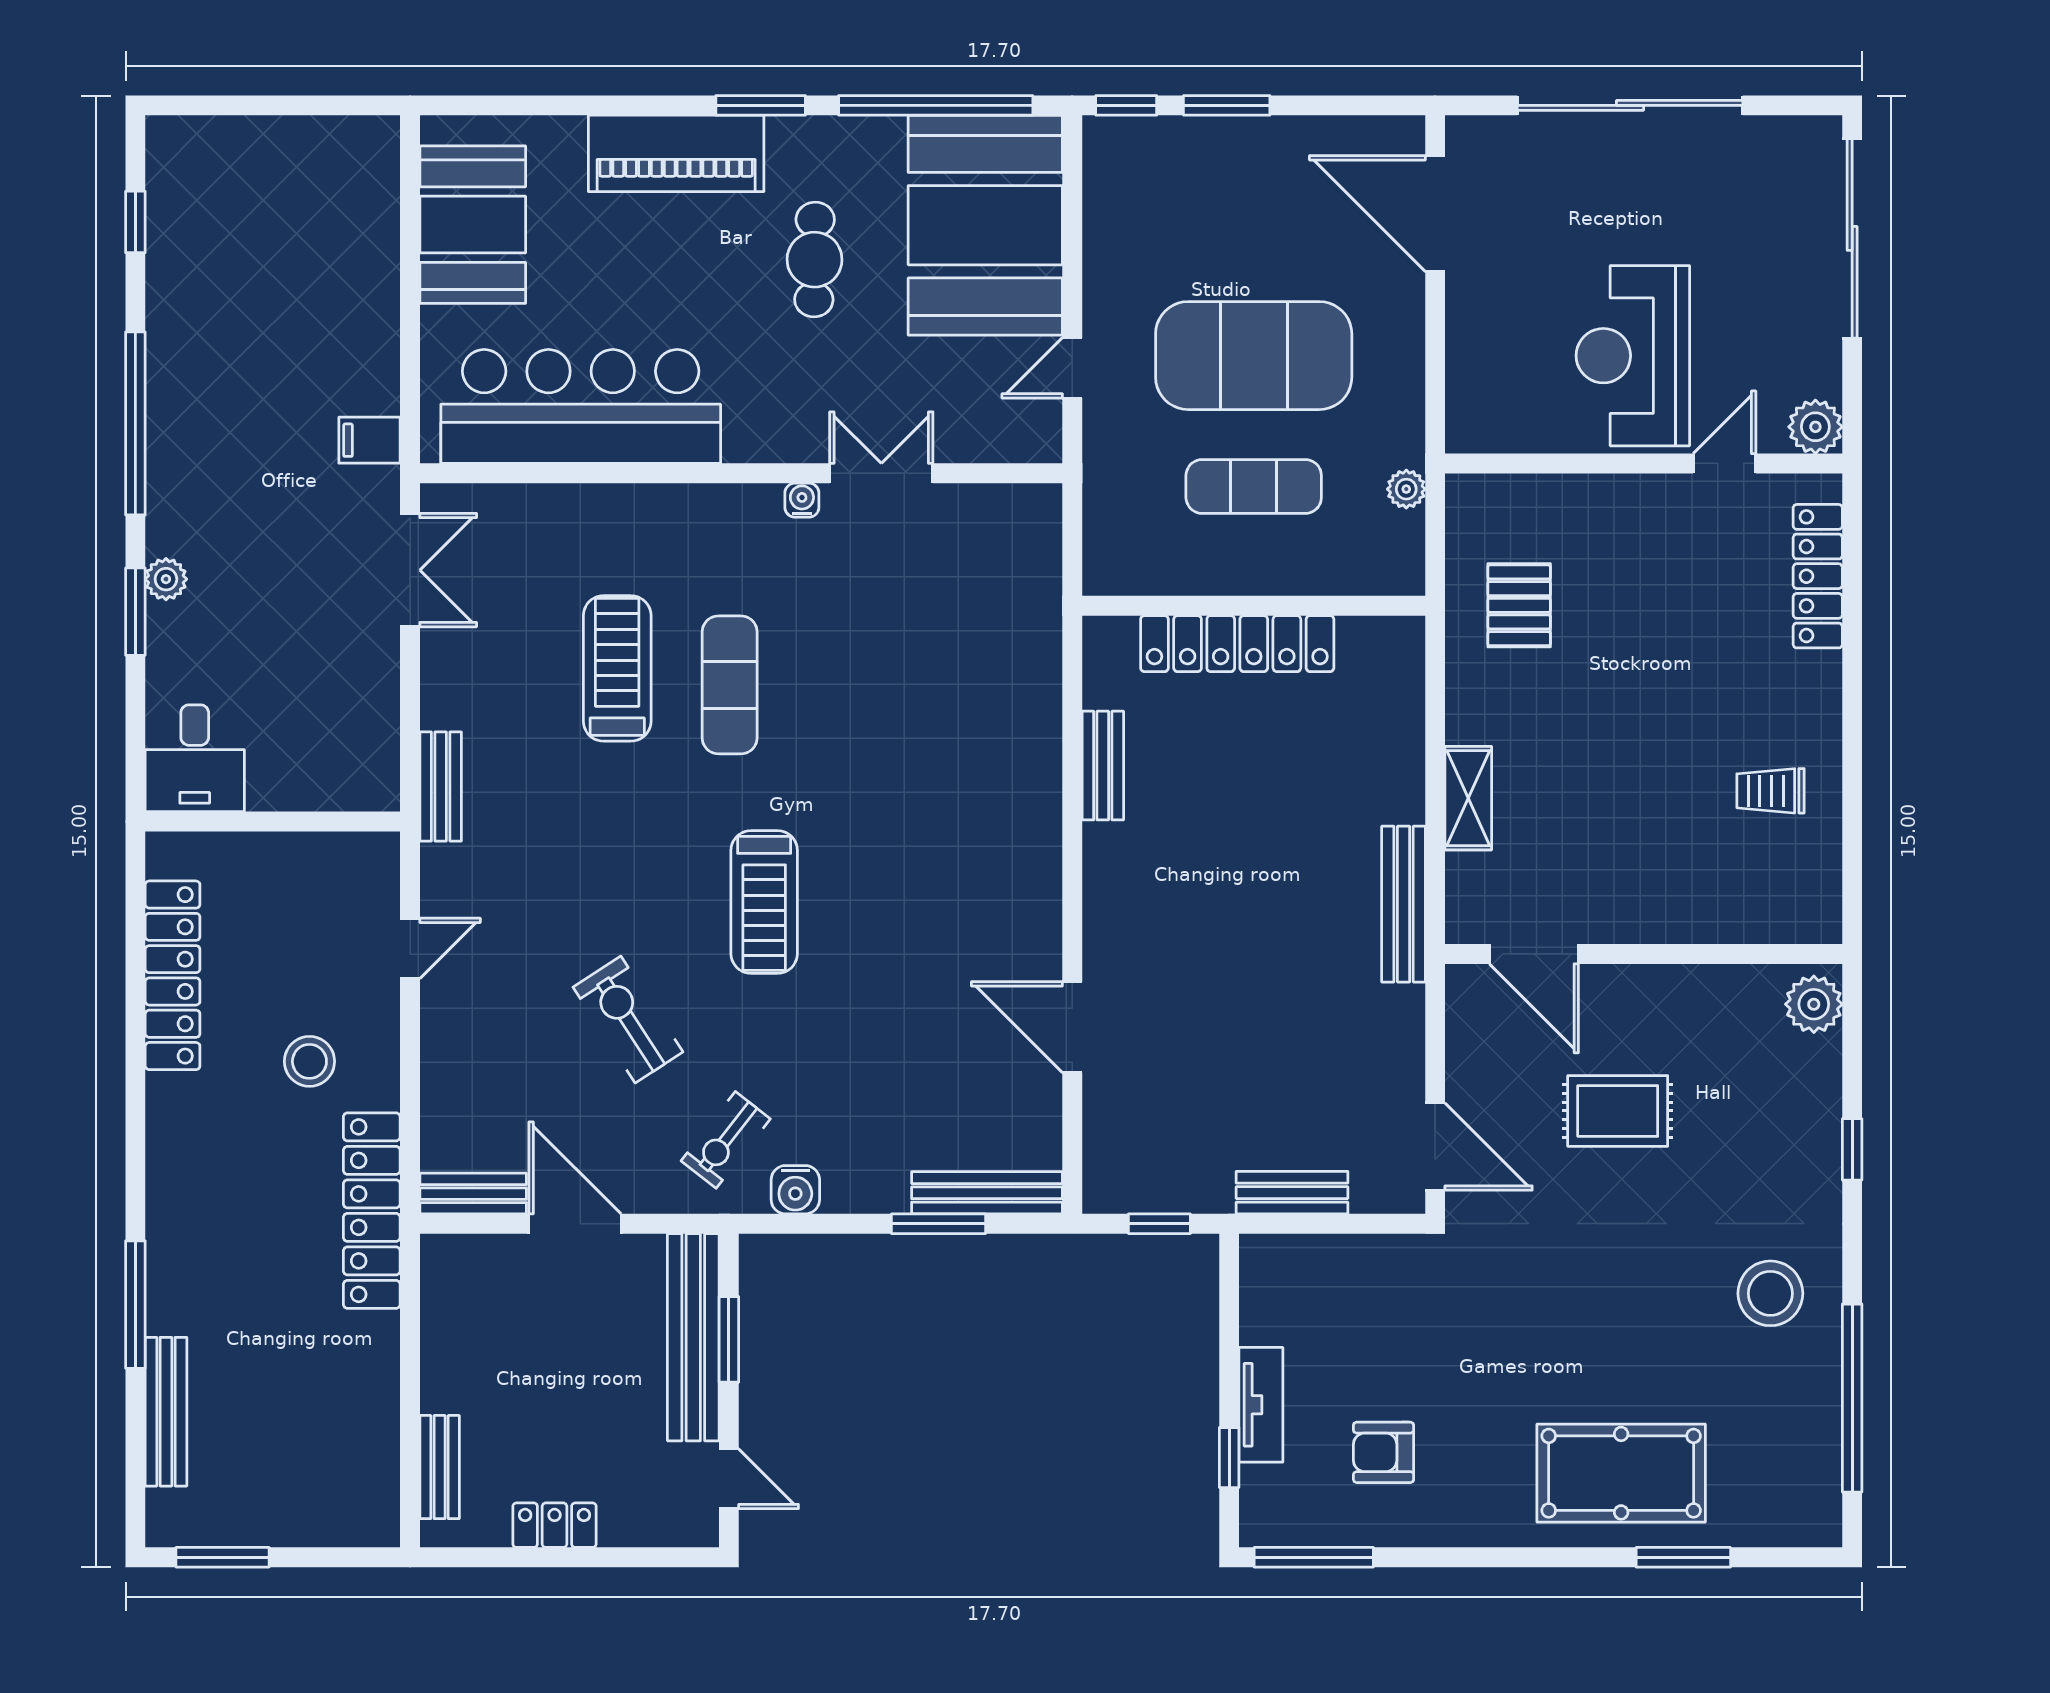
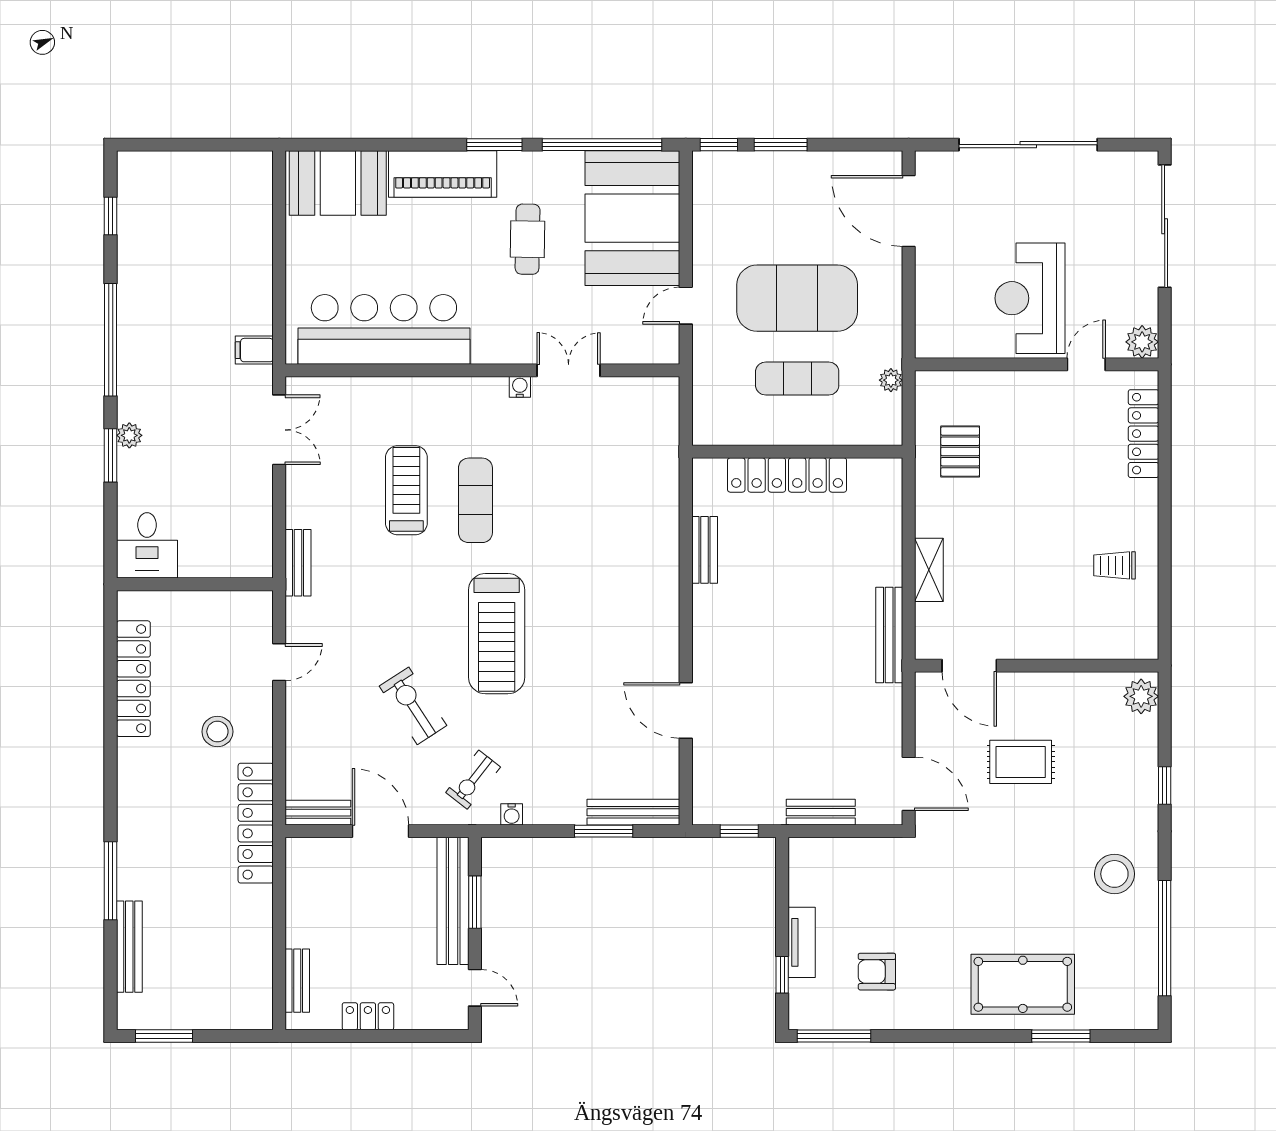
booth: (473, 225) -> (338, 183), moved, turned 90
treadmill: (764, 902) -> (497, 634), width x1.37, depth x1.38
water cooler: (795, 1190) -> (512, 814), width x0.72, depth x0.72

